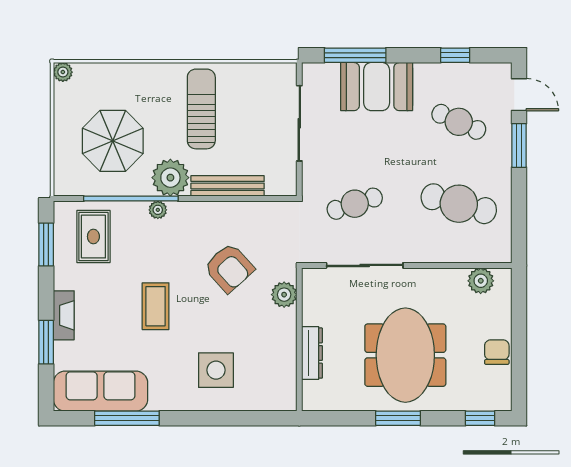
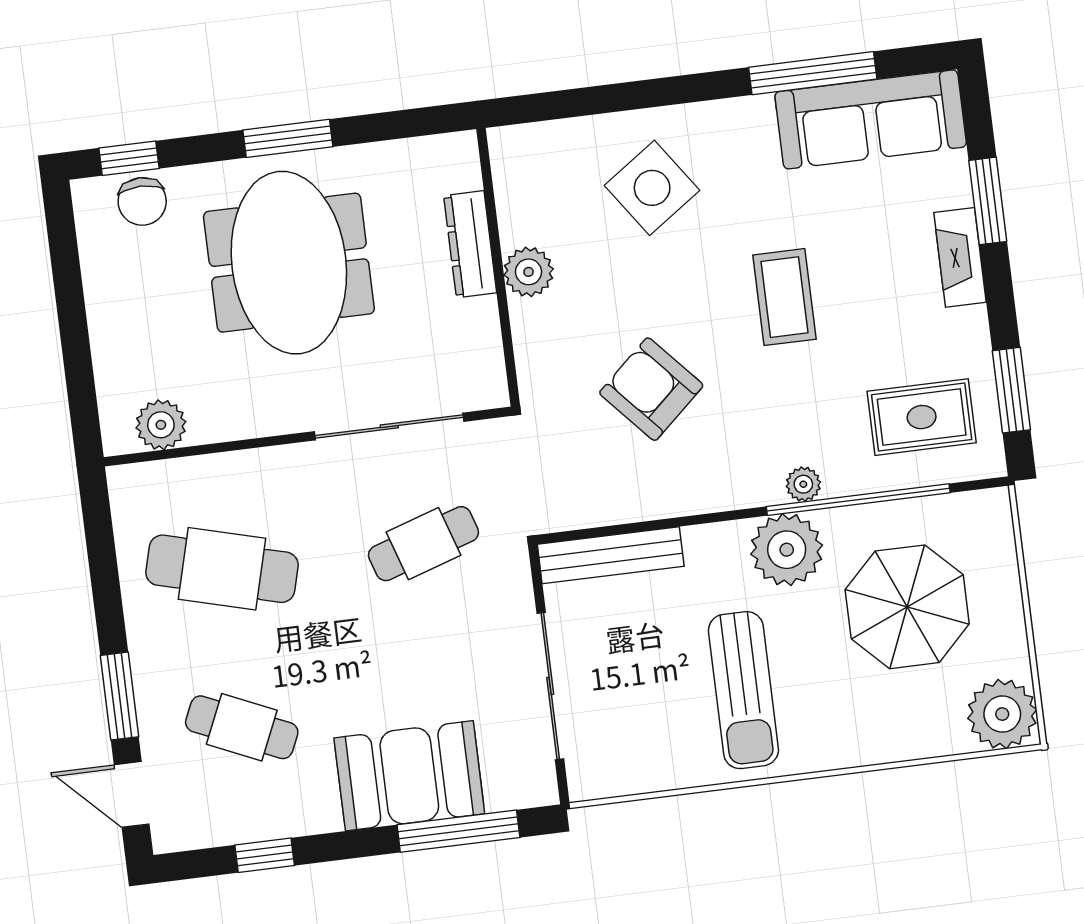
plant: (63, 72) -> (1002, 714), width x1.88, depth x1.88
bench: (228, 186) -> (611, 555), moved
rug: (93, 237) -> (922, 417), turned 90
plant: (284, 295) -> (529, 272), moved
chair: (497, 352) -> (142, 201), moved
side table: (216, 370) -> (652, 188), turned -35

